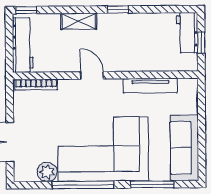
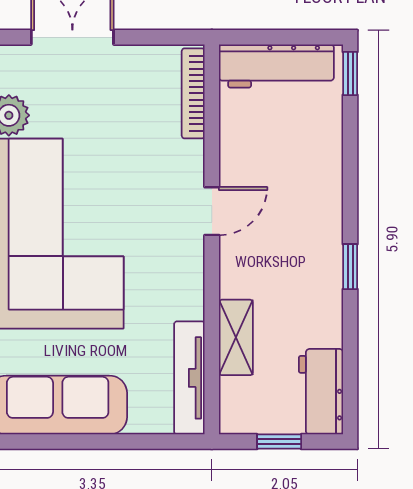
shelving: (79, 21) -> (236, 337), moved
workbench: (187, 33) -> (321, 392), moved, turned -90
tv unit: (150, 86) -> (189, 378), moved

